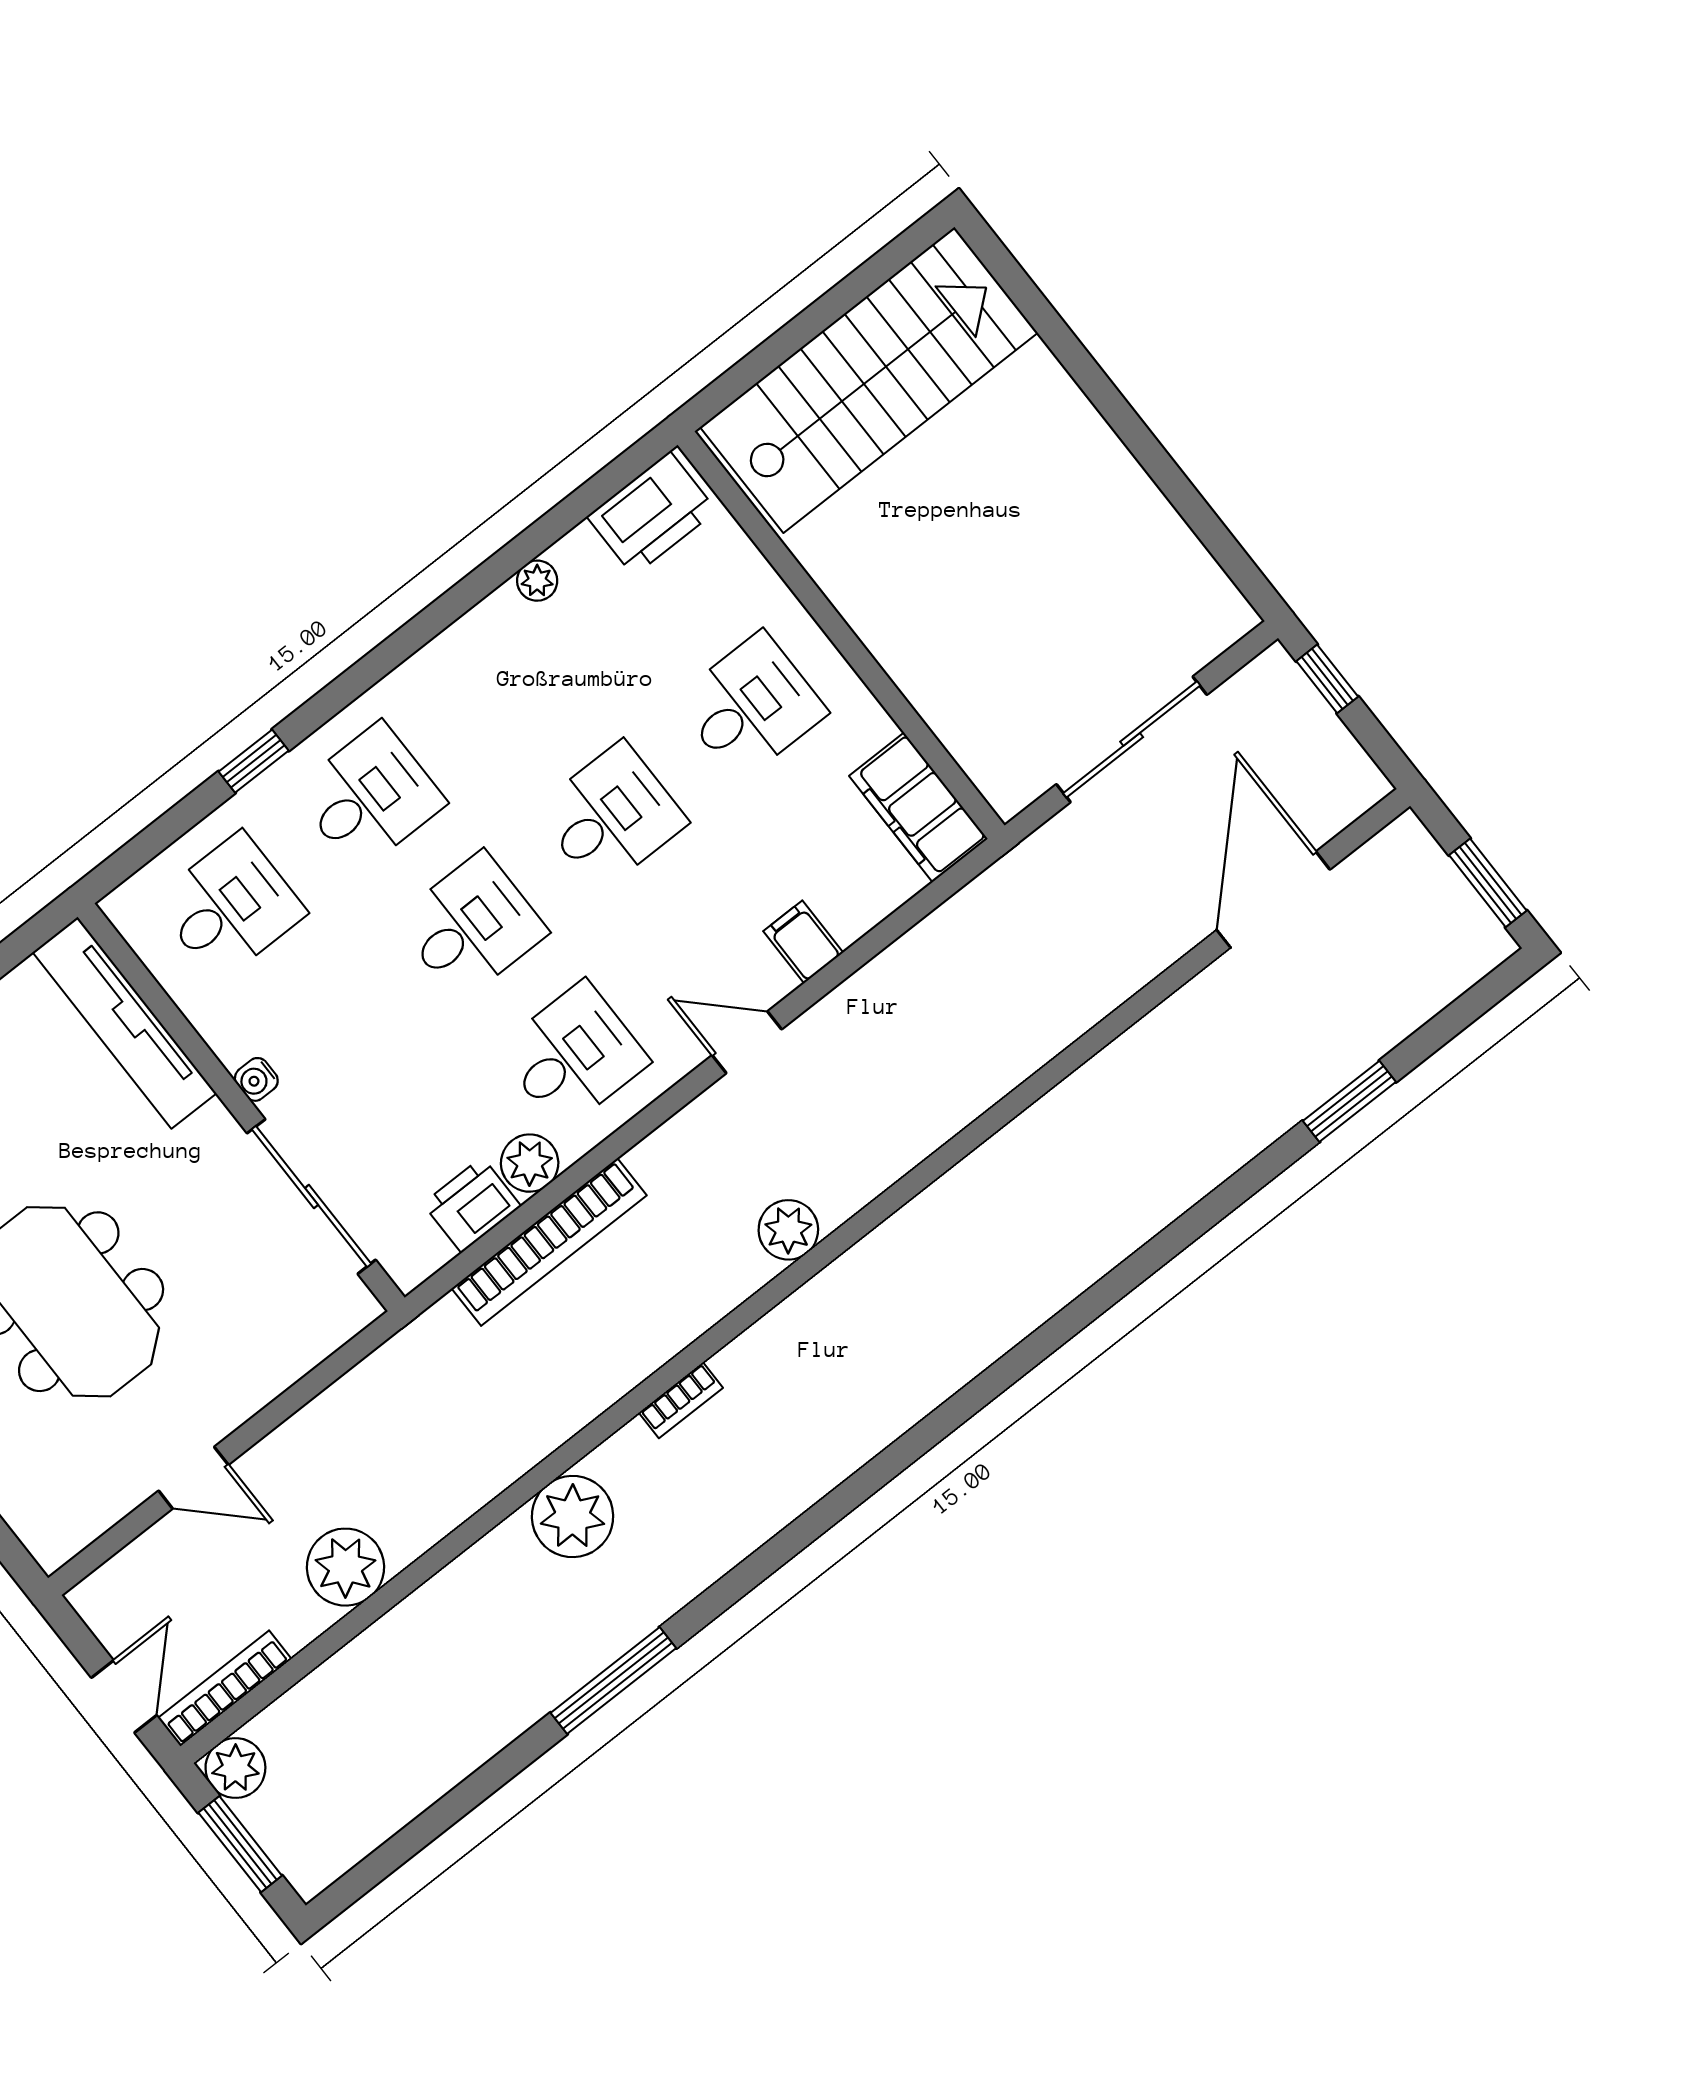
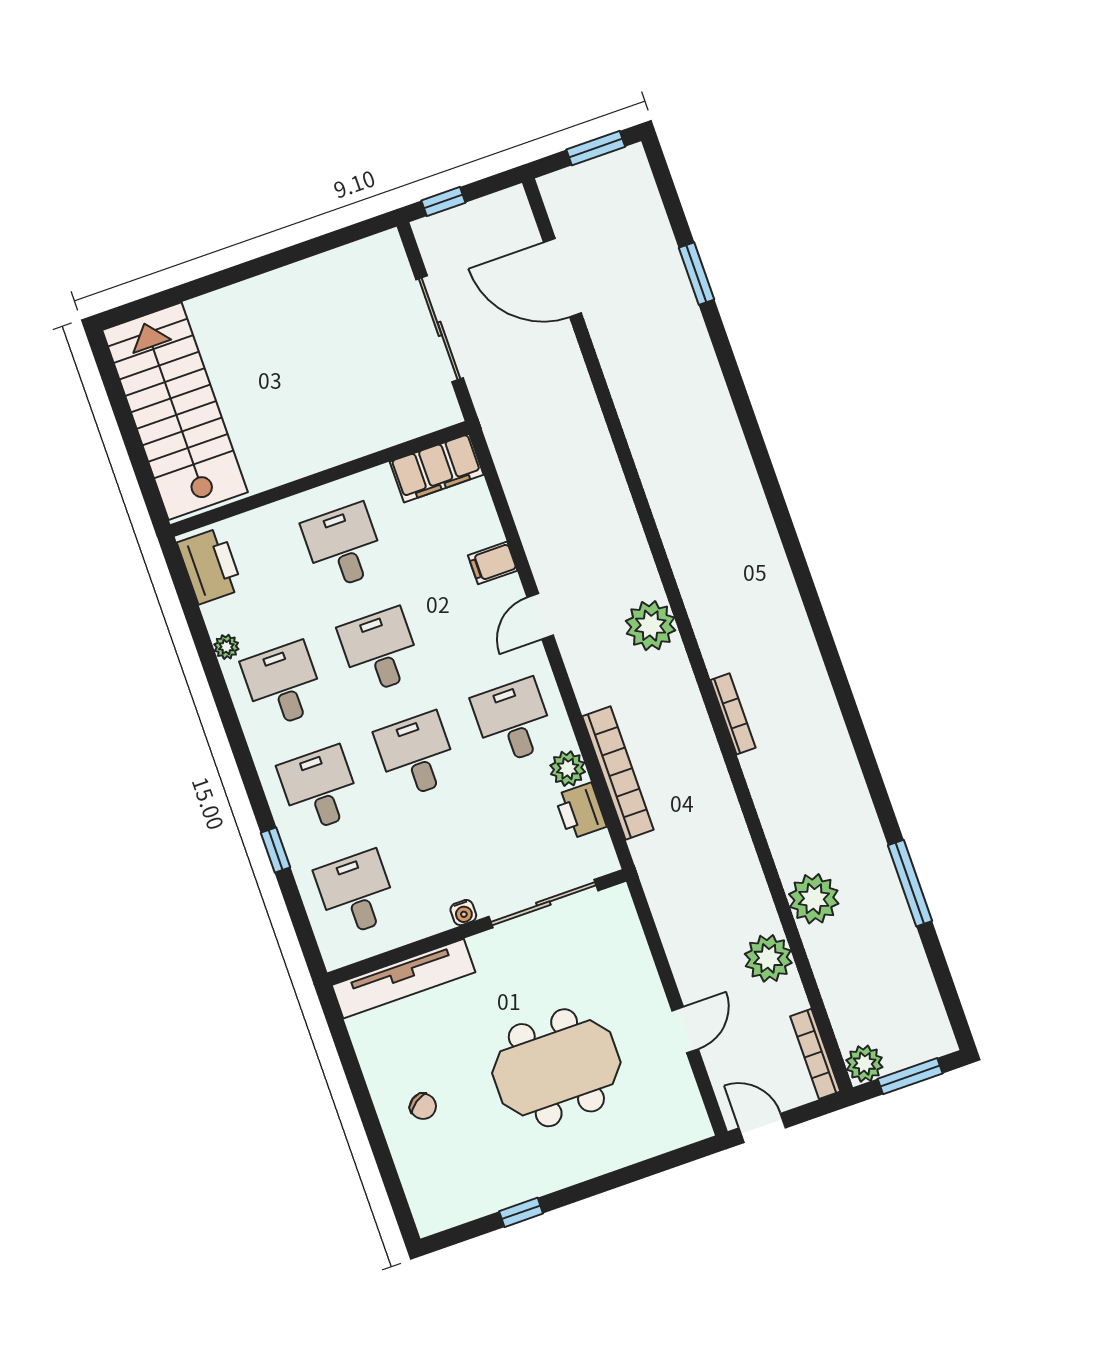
desk: (509, 687) -> (283, 685), added
plant: (788, 1230) -> (650, 626), width x1.36, depth x1.36
bookcase: (681, 1400) -> (733, 714), width x1.56
plant: (573, 1517) -> (814, 899), moved
window: (613, 1681) -> (910, 883), moved
door: (124, 1696) -> (762, 1128), moved

